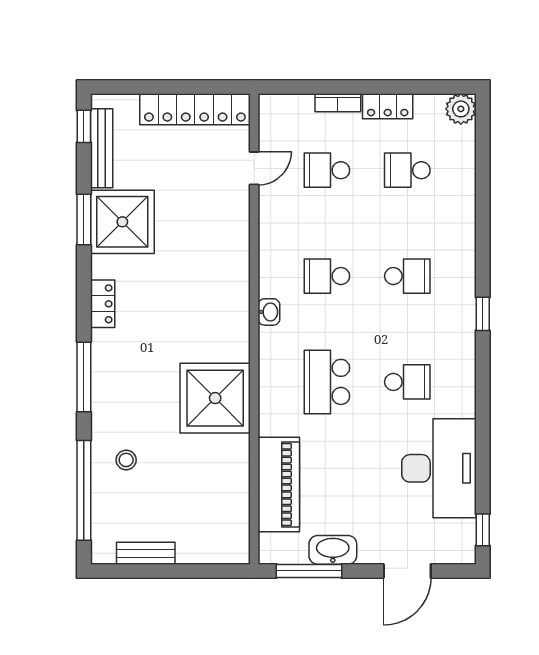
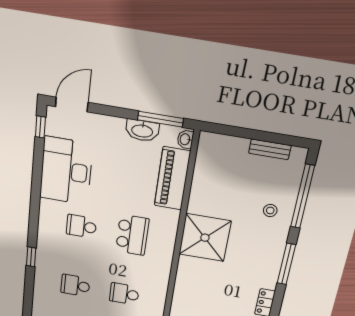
school desk: (327, 276) -> (124, 294), turned 180
washbasin: (269, 312) -> (185, 139), moved
door: (407, 571) -> (72, 105), moved

